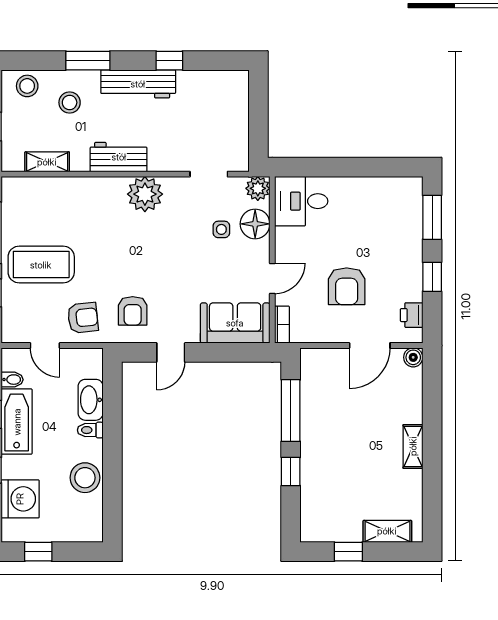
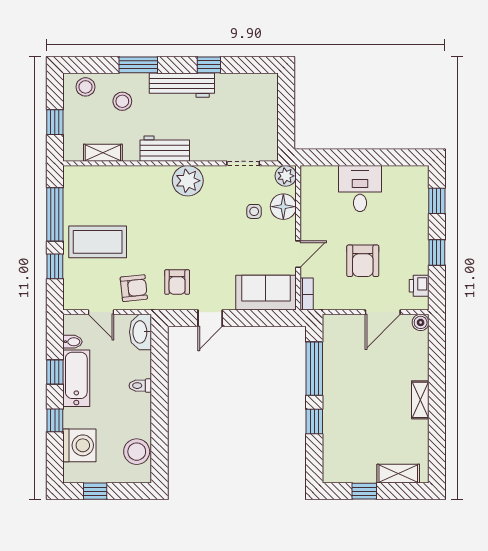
desk: (301, 201) -> (360, 189), moved, turned 90
window: (432, 217) -> (437, 201), width x0.67
washbasin: (91, 400) -> (141, 332), moved
stool: (85, 478) -> (137, 452), moved

